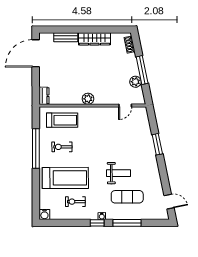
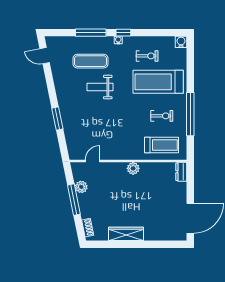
bench: (66, 37) -> (157, 236), removed
treadmill: (62, 120) -> (161, 145), turned 180

